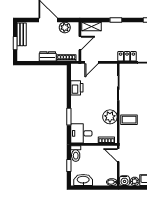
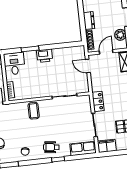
door: (80, 43) -> (106, 52), swing flipped
printer: (77, 88) -> (45, 56), moved
plant: (110, 117) -> (34, 91), removed

